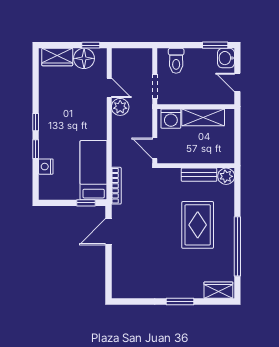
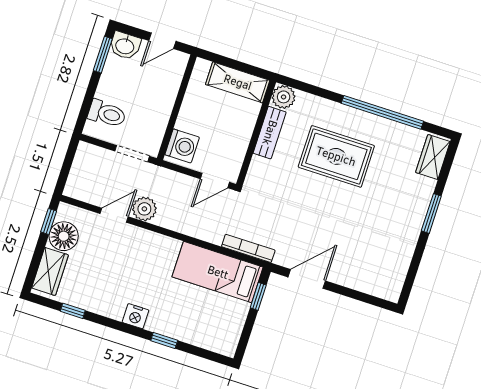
shelving: (203, 117) -> (238, 82), moved, turned 90
window: (36, 122) -> (73, 311), moved
nightstand: (46, 167) -> (136, 316), moved
door: (108, 232) -> (307, 279), swing flipped

